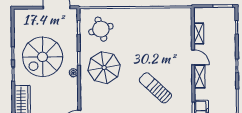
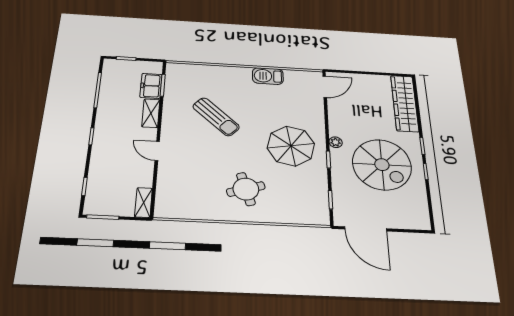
round table: (101, 29) -> (246, 189), moved
shelving: (199, 33) -> (144, 202), moved
spiral stairs: (43, 57) -> (382, 165), turned 90
shelving: (200, 77) -> (151, 113), moved

